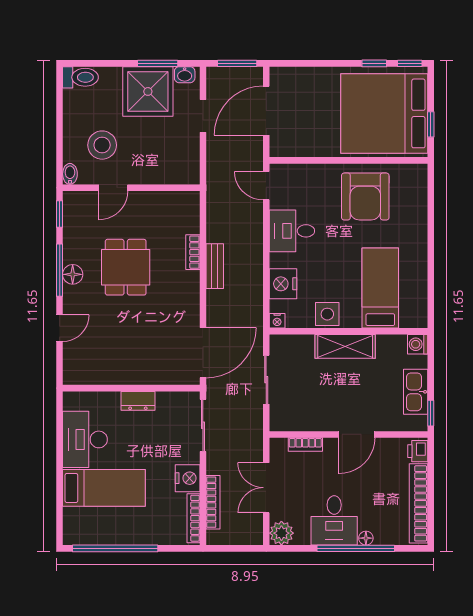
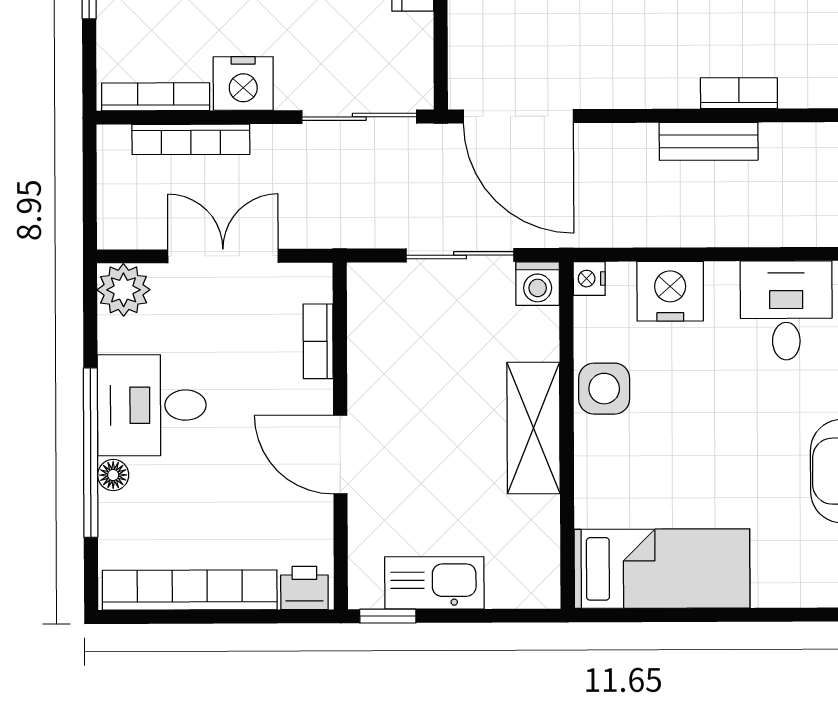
bed: (380, 288) -> (662, 569), moved
washing machine: (418, 344) -> (538, 284), moved, turned 180

